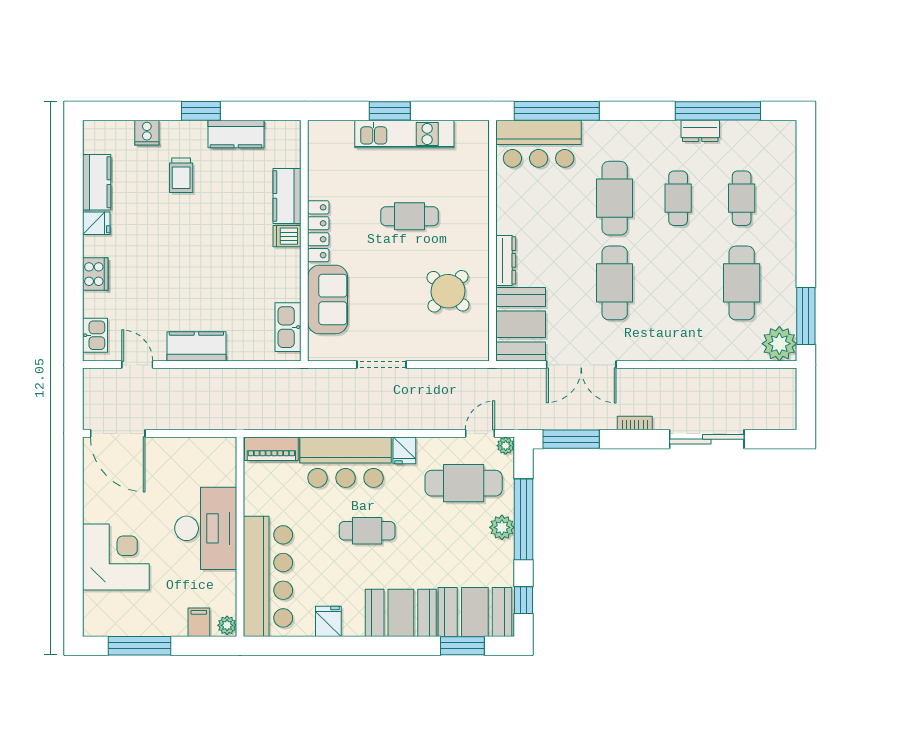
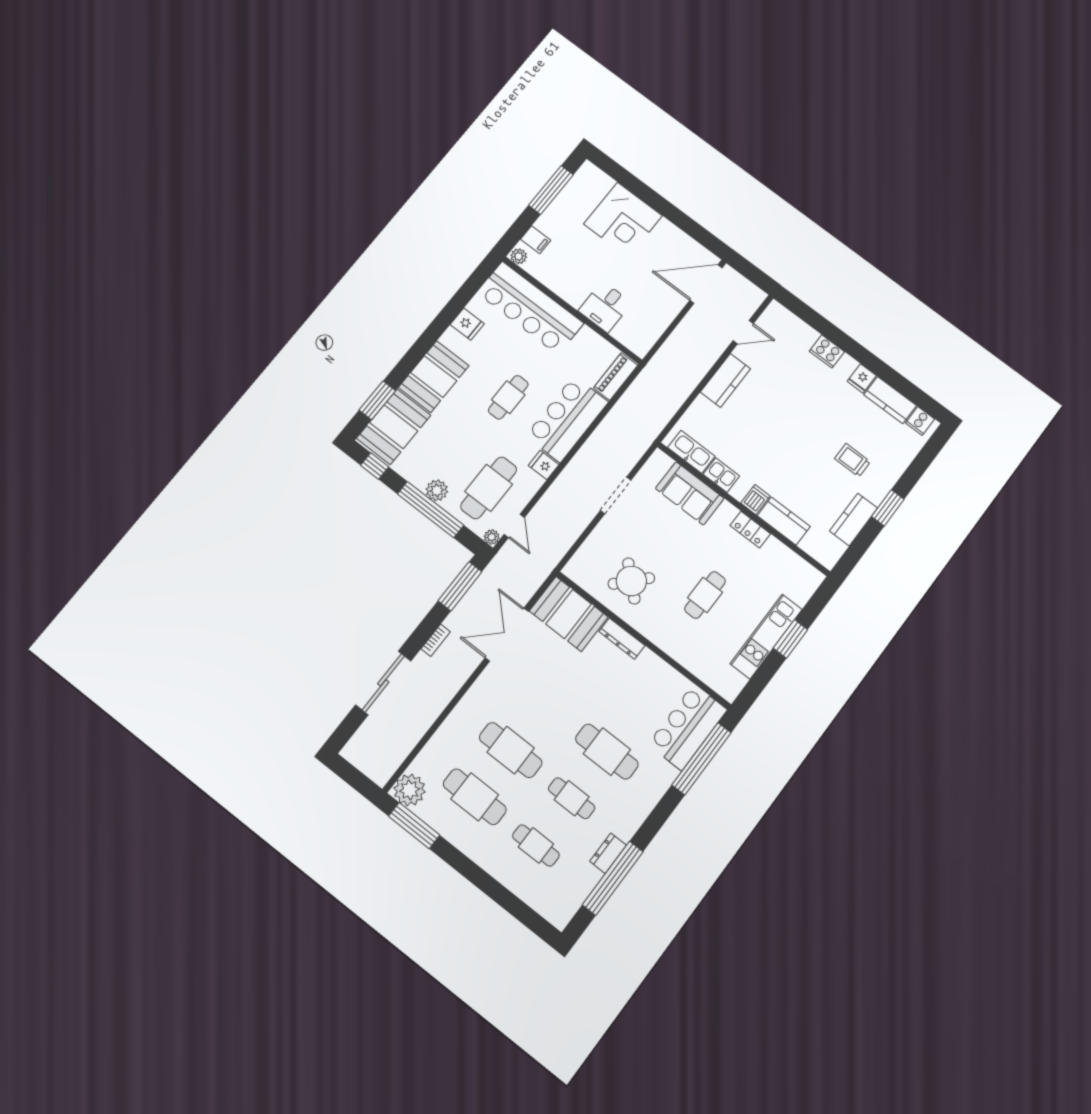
cooker: (147, 133) -> (920, 421), moved, turned -90
locker: (318, 231) -> (750, 530), width x0.66
cafe table: (615, 283) -> (511, 750), moved
kitchen sink: (95, 335) -> (721, 475), moved, turned 180
desk: (206, 528) -> (605, 307), width x0.53, depth x0.77

